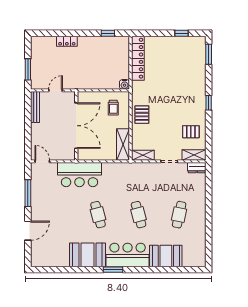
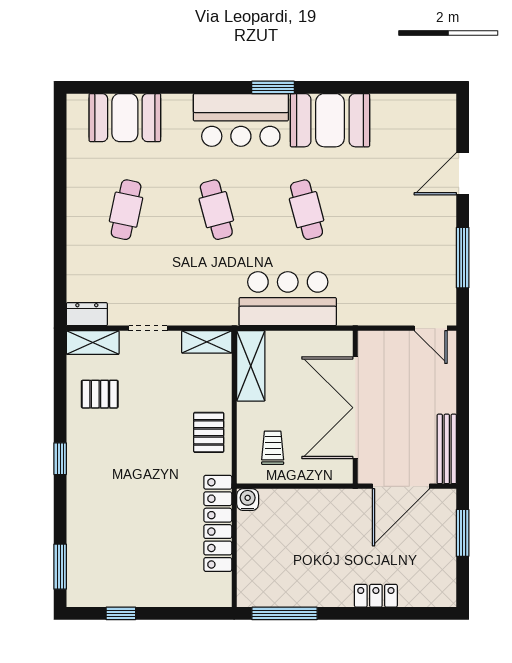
window: (108, 33) -> (285, 613), width x2.17
locker: (138, 58) -> (218, 523), moved
door: (56, 90) -> (401, 486), width x1.87
bar counter: (80, 175) -> (288, 299), moved
booth: (166, 256) -> (125, 118), moved

